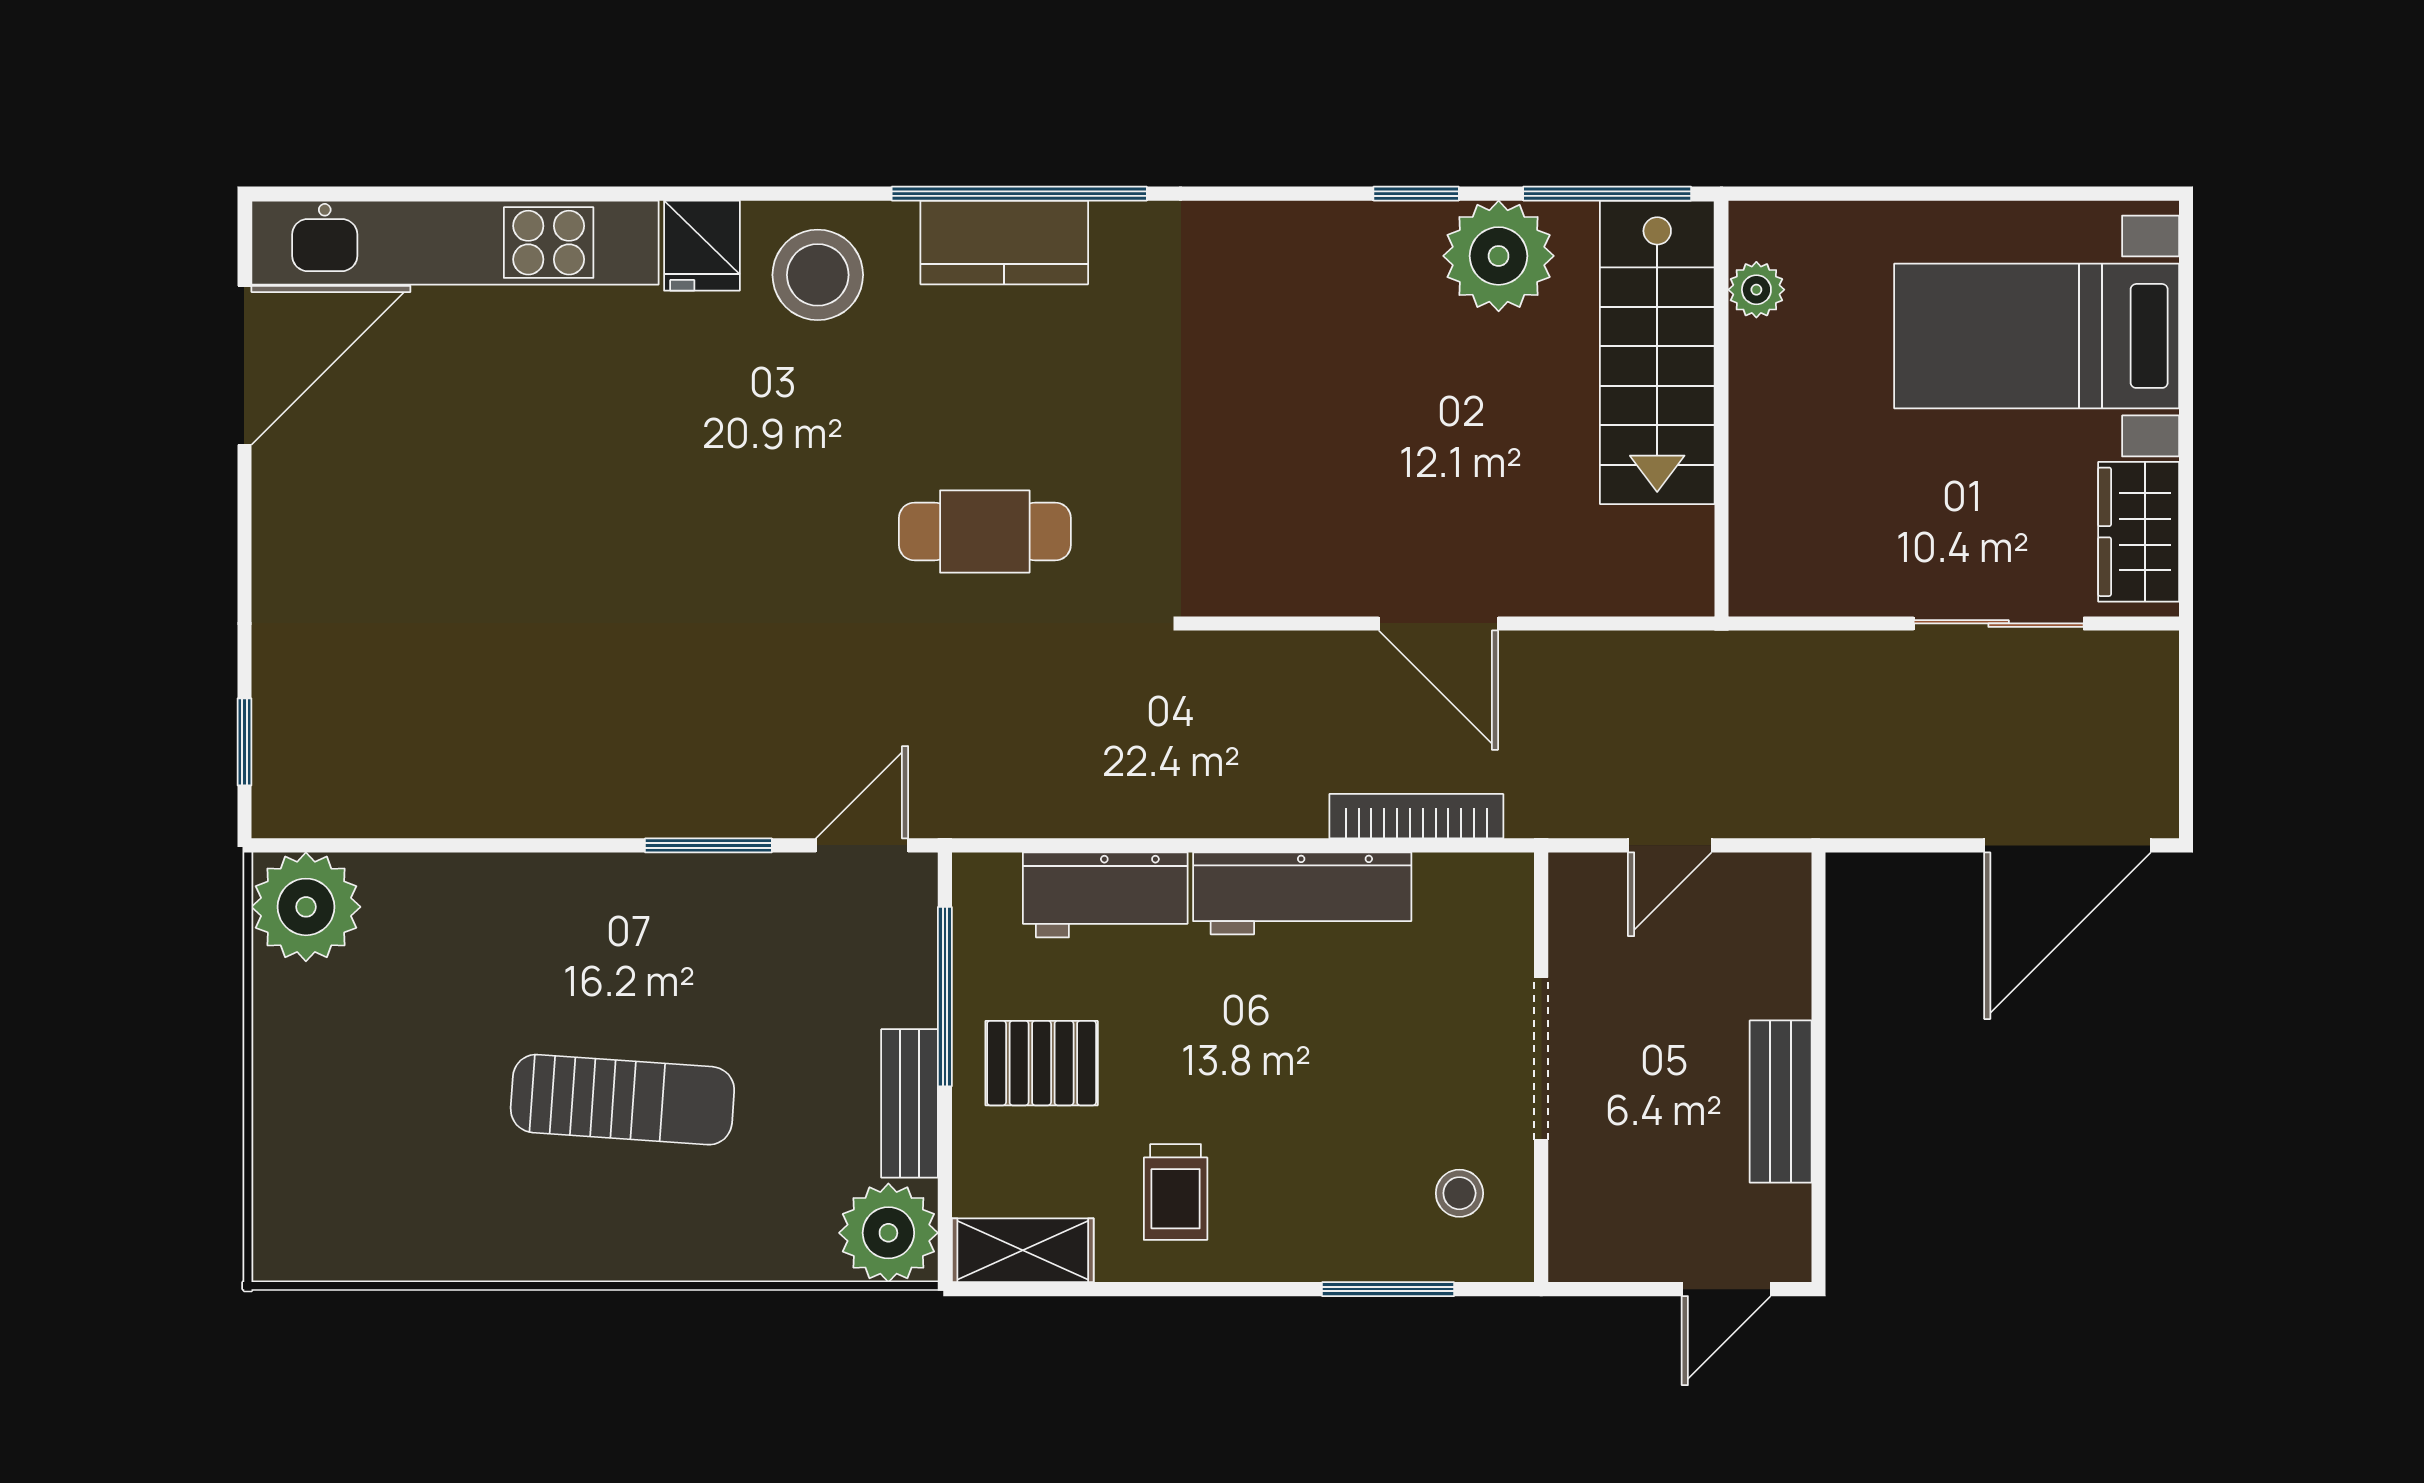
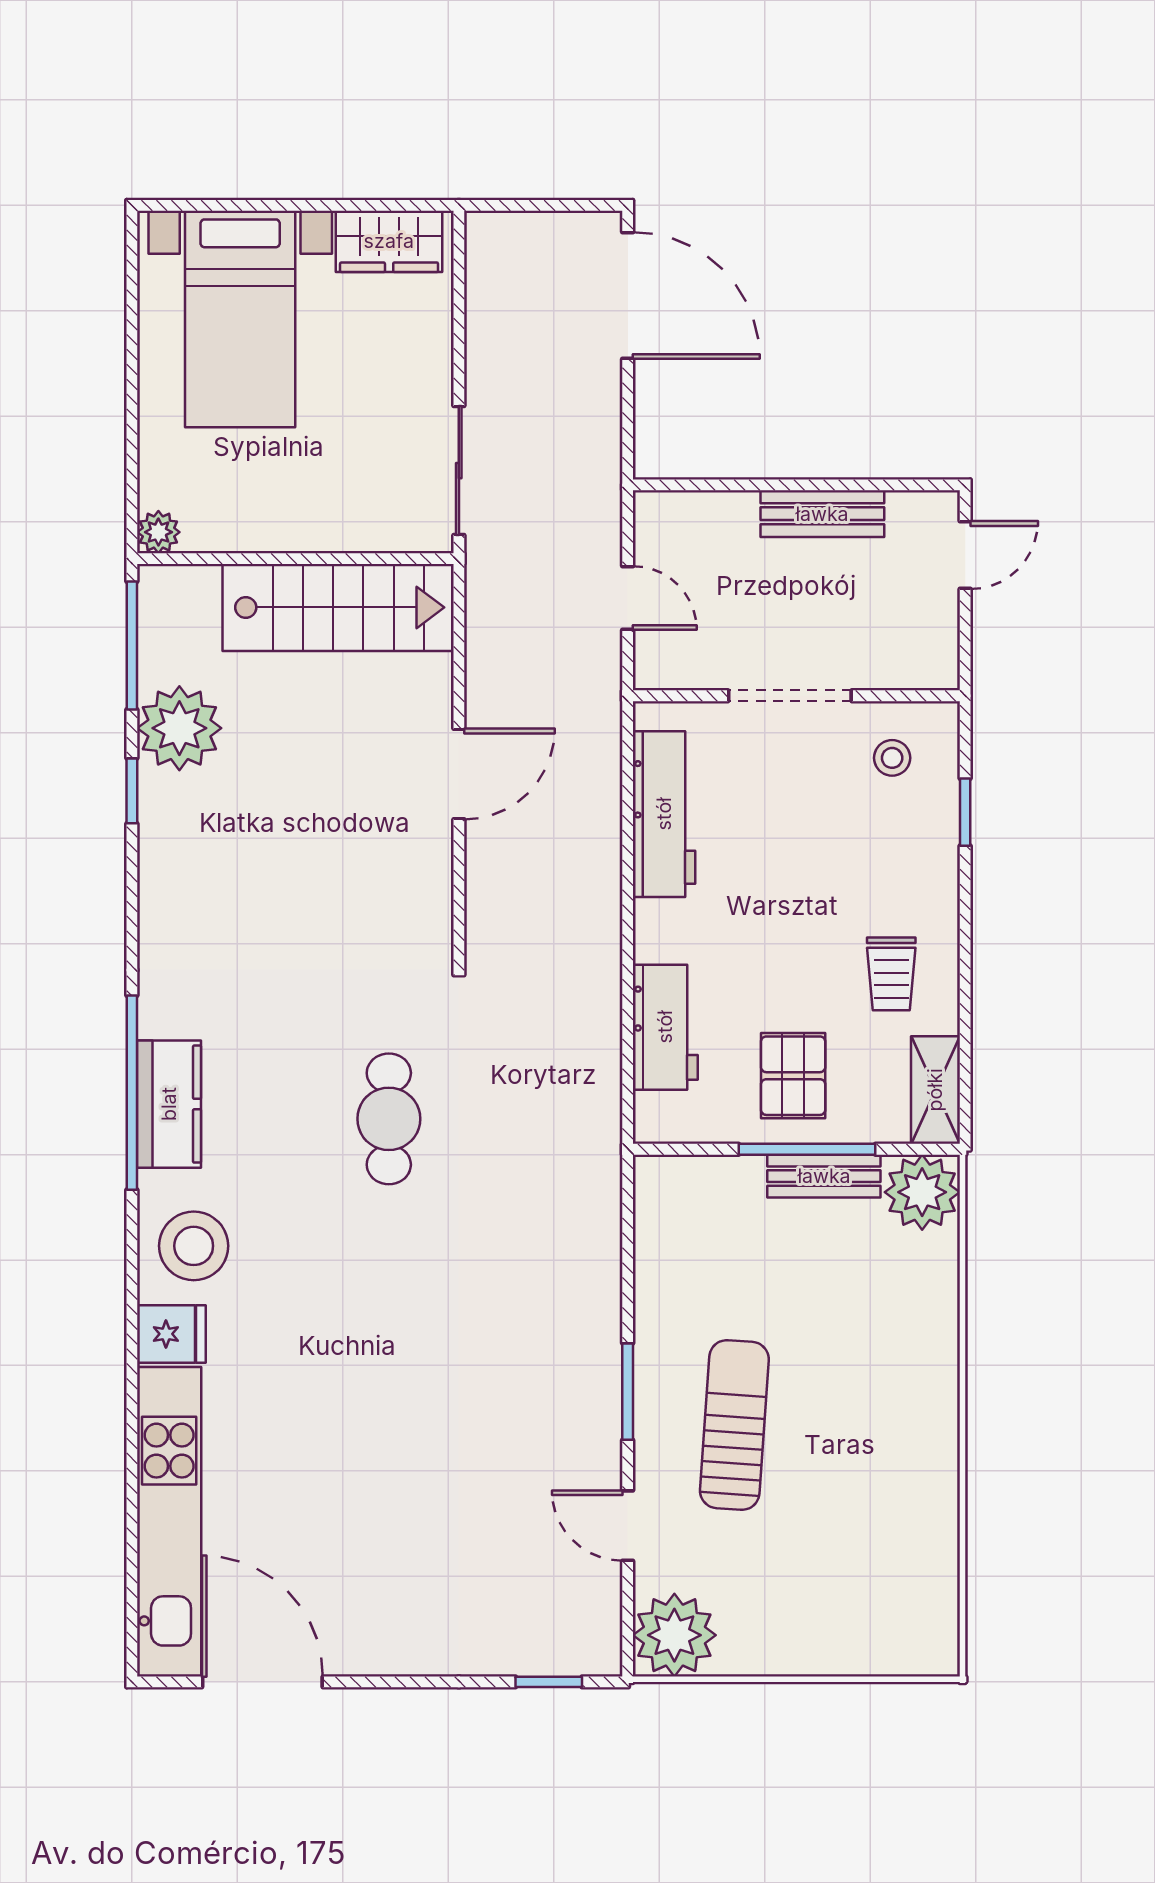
plant: (1756, 290) -> (158, 532), moved
stairs: (1657, 352) -> (338, 607), moved
sliding door: (1999, 623) -> (459, 471), moved
bookcase: (1416, 816) -> (605, 791), removed
window: (708, 845) -> (628, 1392), moved
door: (862, 845) -> (628, 1526), moved
workbench: (1302, 893) -> (664, 814), moved
window: (945, 997) -> (807, 1149), moved
sun lounger: (622, 1100) -> (734, 1425), moved
trolley: (1176, 1192) -> (891, 974), turned 90
window: (1388, 1289) -> (965, 812), width x0.67
door: (1726, 1289) -> (965, 555), hinge flipped

